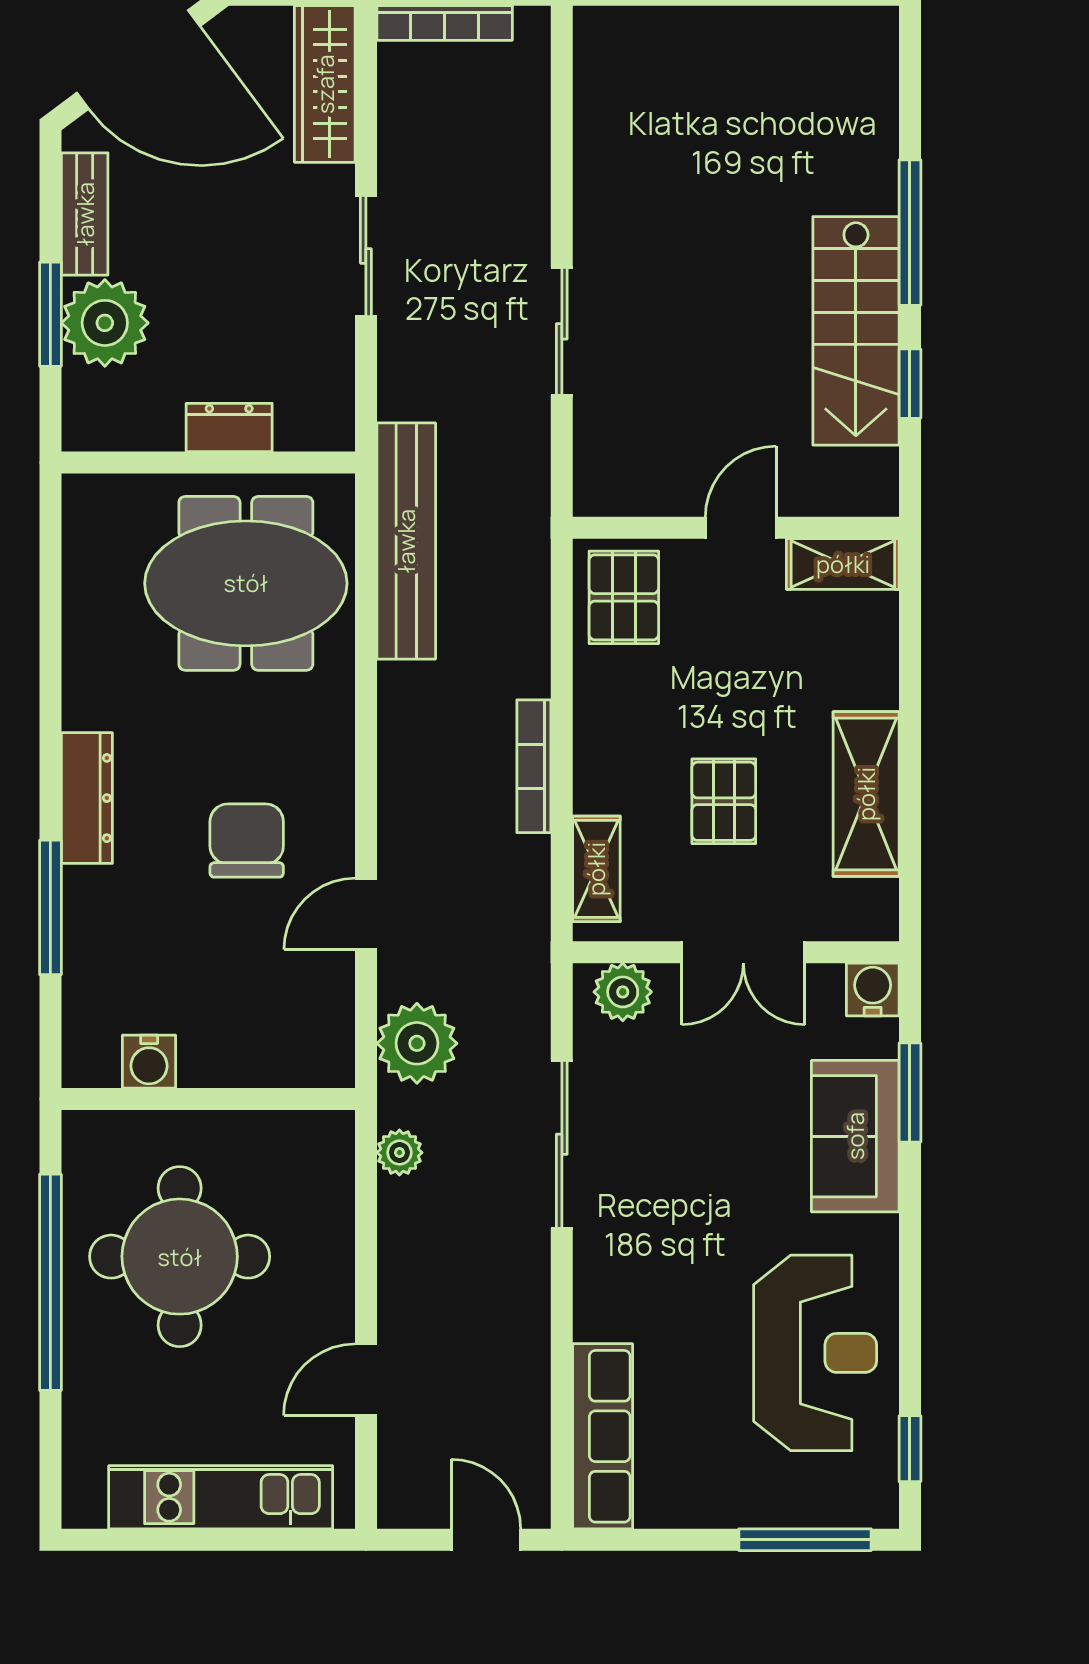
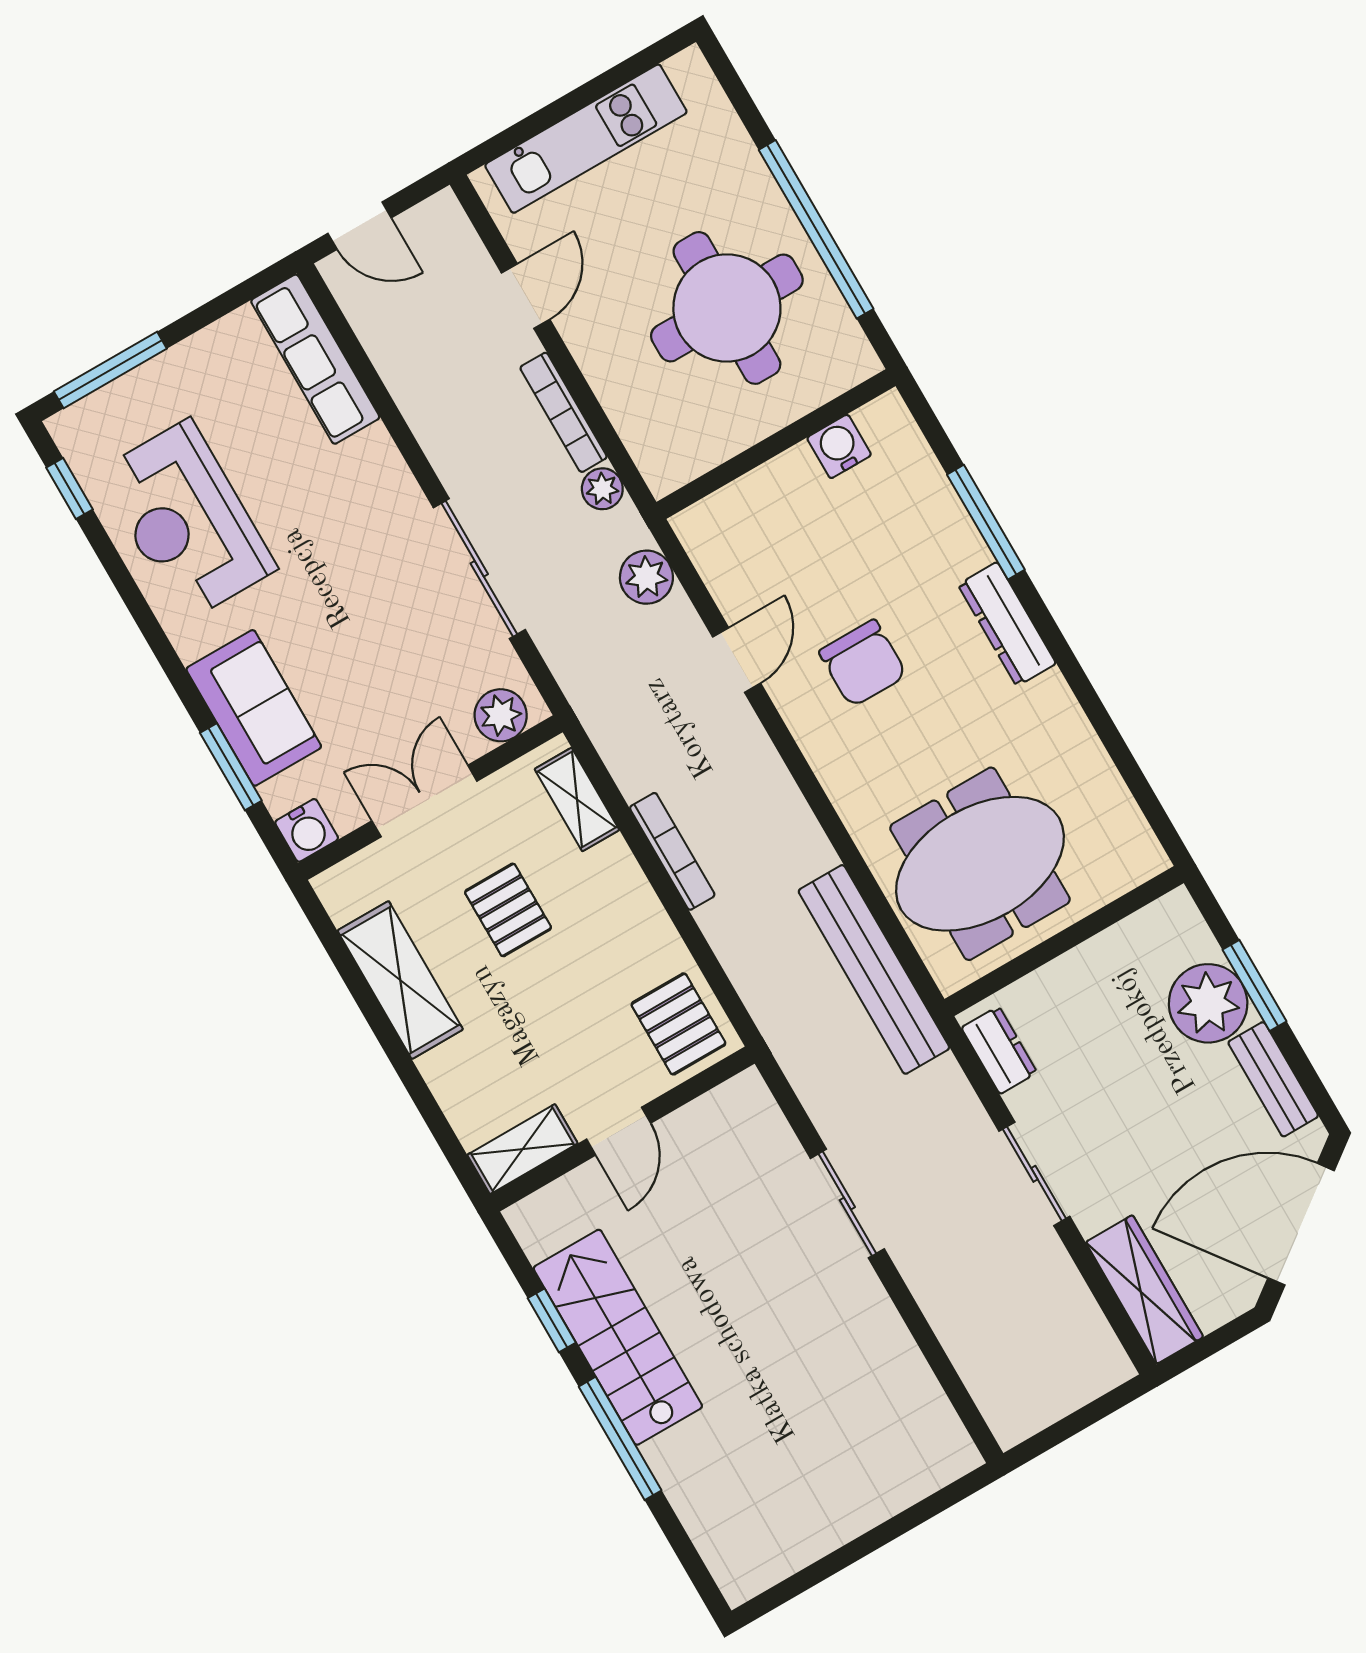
bookcase: (445, 23) -> (564, 412), moved, turned -90
dresser: (229, 427) -> (999, 1050), moved, turned -90
plant: (417, 1043) -> (646, 577), width x0.73, depth x0.73

